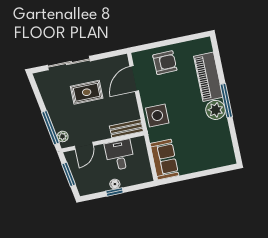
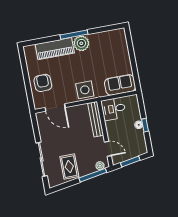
rug: (87, 92) -> (69, 167), moved
bench: (126, 129) -> (96, 119), width x1.36
desk: (120, 155) -> (113, 109), moved

